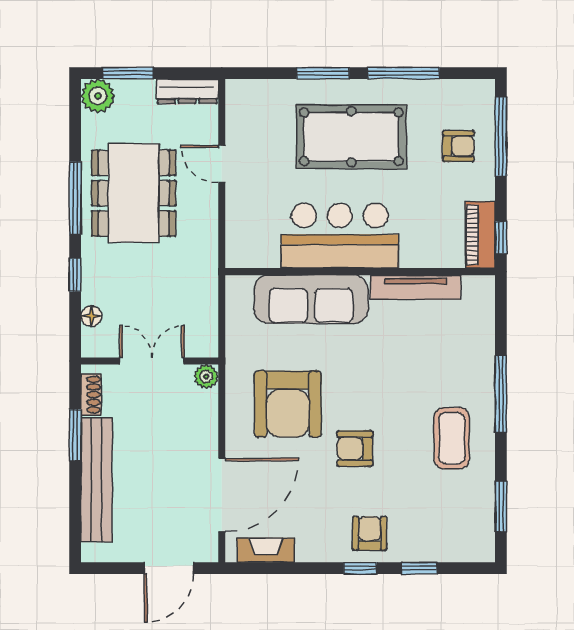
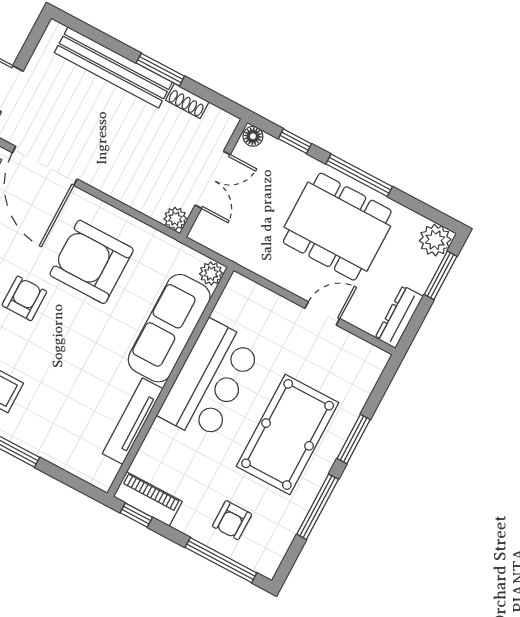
plant: (240, 287) -> (211, 273), added
wall: (150, 361) -> (214, 178), moved
double door: (152, 361) -> (213, 180), moved
plant: (206, 377) -> (175, 219), moved

